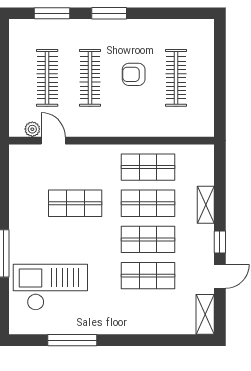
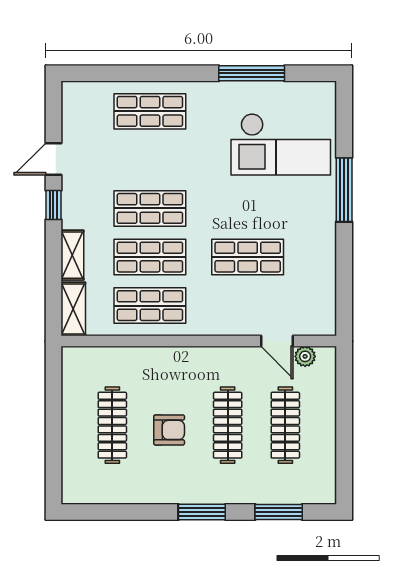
shop shelf: (148, 276) -> (150, 111), moved
shelving: (205, 314) -> (73, 309), moved

